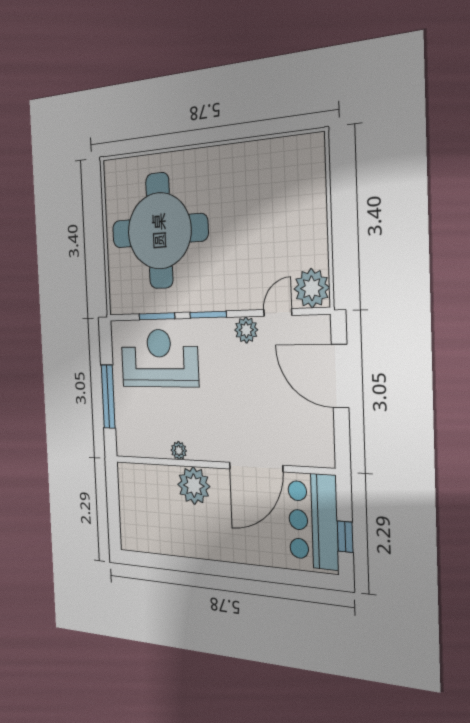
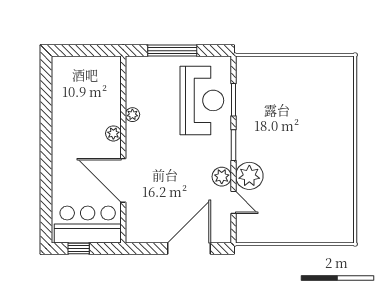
round table: (159, 231) -> (297, 105), removed
plant: (312, 288) -> (249, 176), moved
plant: (194, 486) -> (113, 133), width x0.53, depth x0.53

